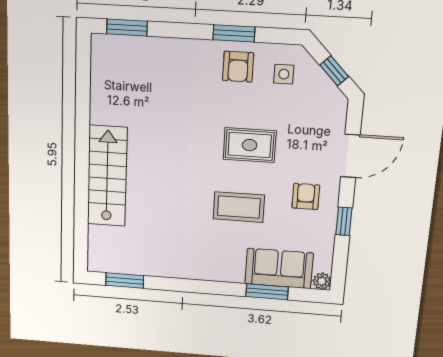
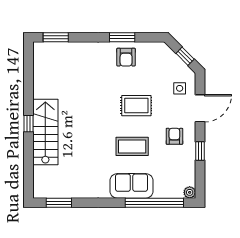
side table: (284, 74) -> (180, 88), moved
window: (82, 162) -> (29, 124), added
sofa: (279, 268) -> (132, 186), moved
window: (267, 292) -> (154, 203), width x2.11

